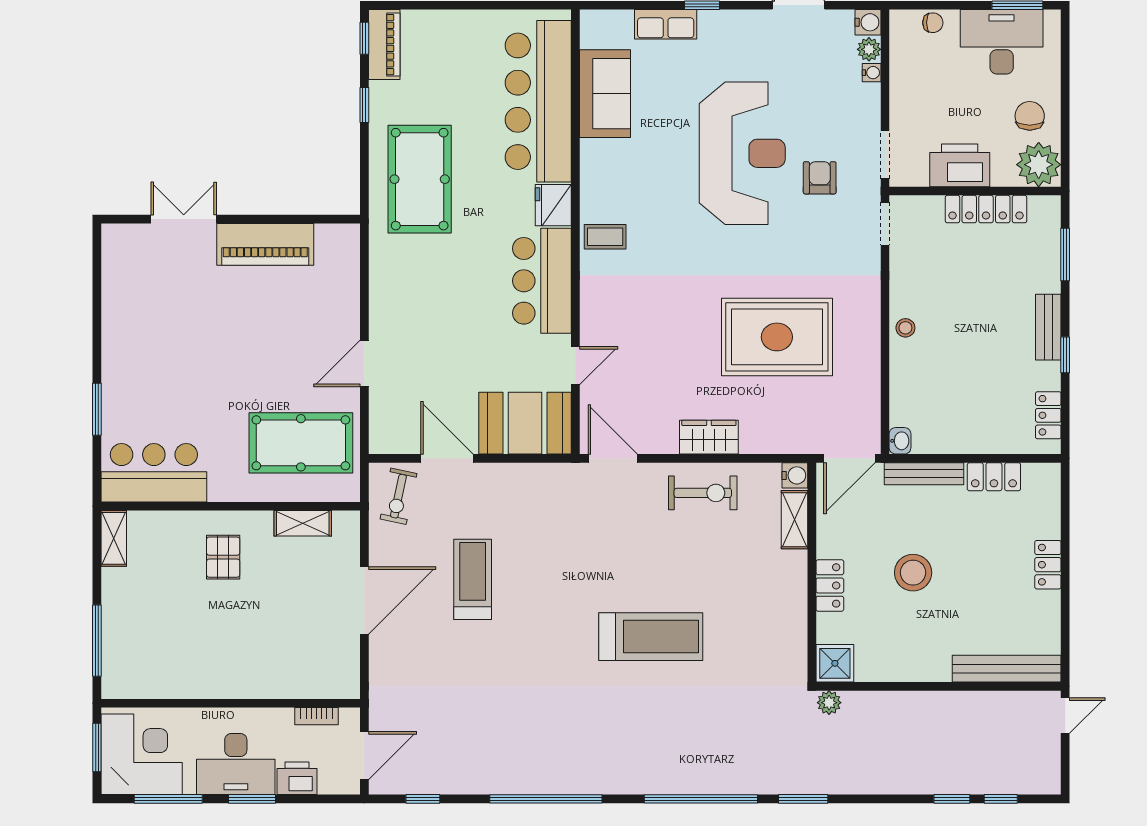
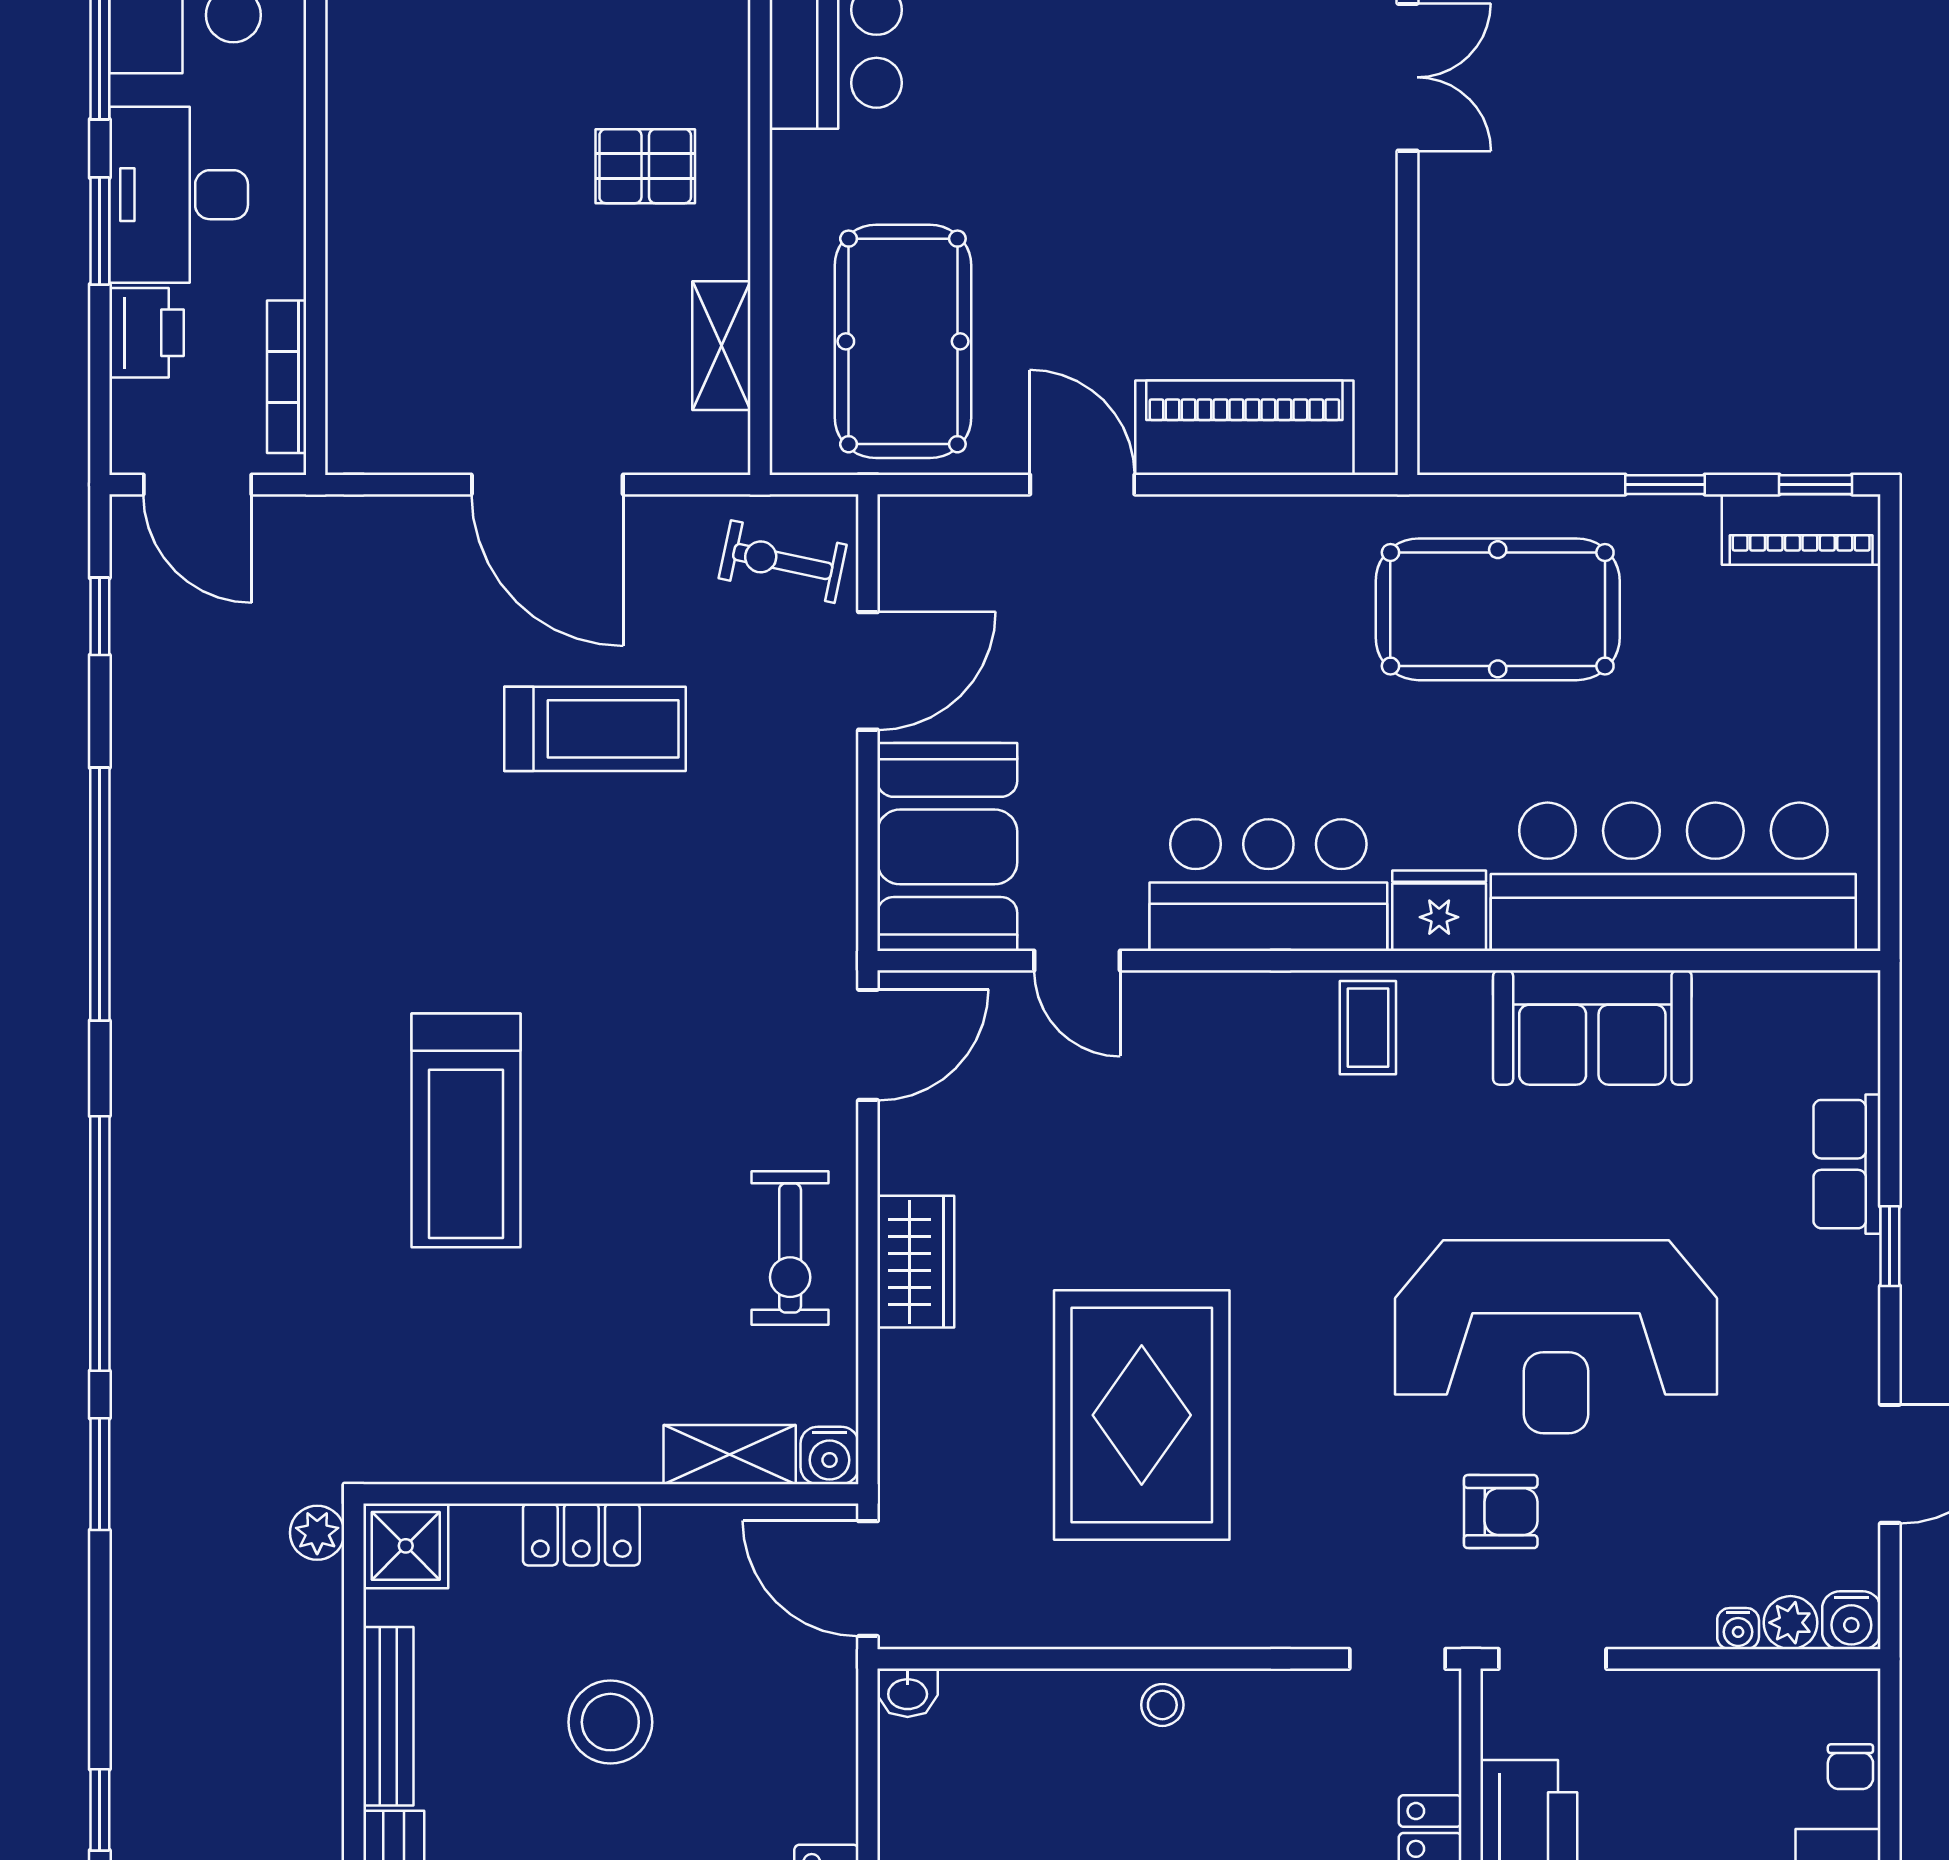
sofa: (605, 94) -> (1592, 1027), moved
piano: (265, 244) -> (1244, 428), moved, turned 90
bench: (924, 474) -> (388, 1716), moved
bookcase: (317, 716) -> (287, 377), width x1.56

